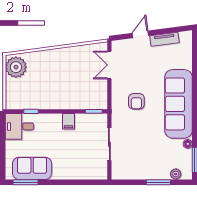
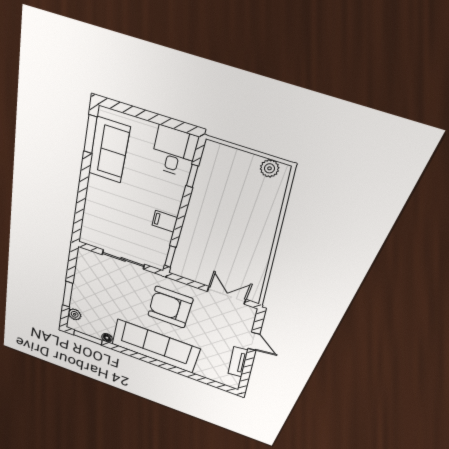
plant: (16, 67) -> (269, 168), width x0.53, depth x0.53
armchair: (136, 101) -> (170, 307), width x1.88, depth x1.88

